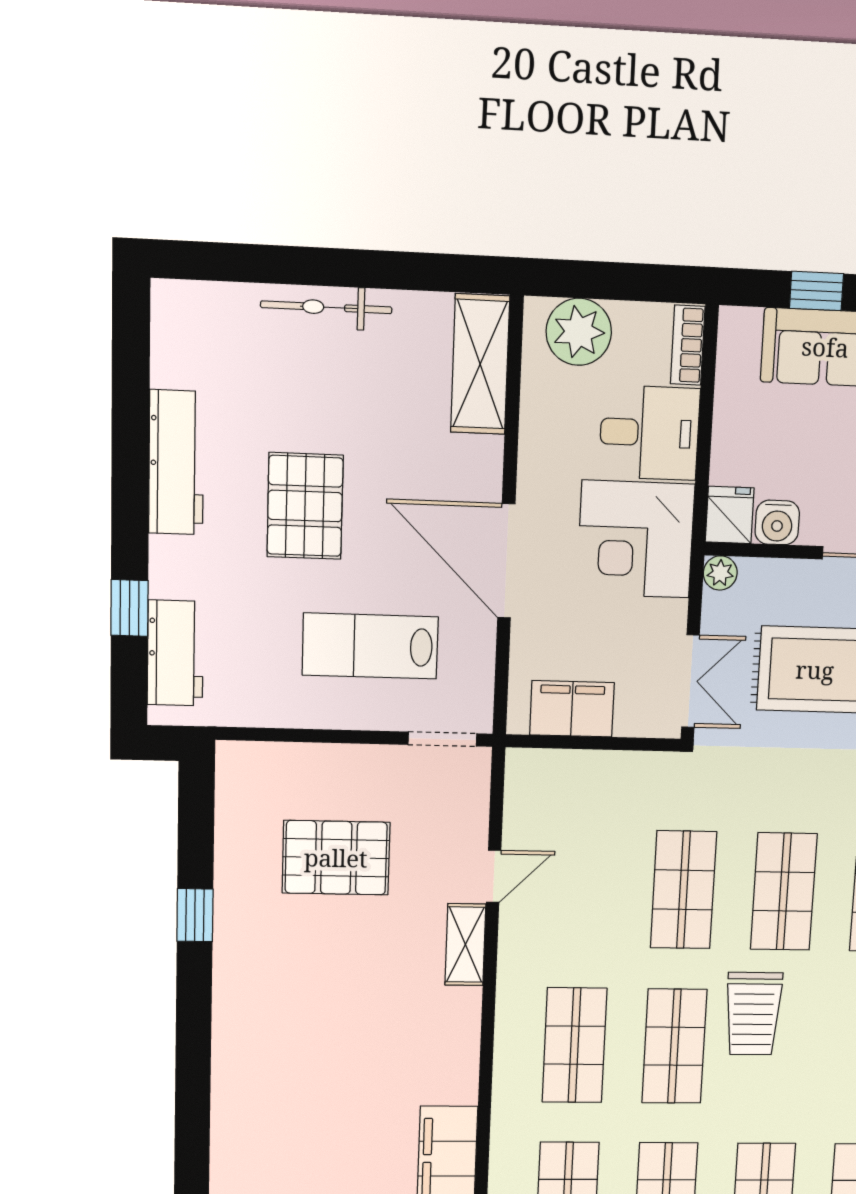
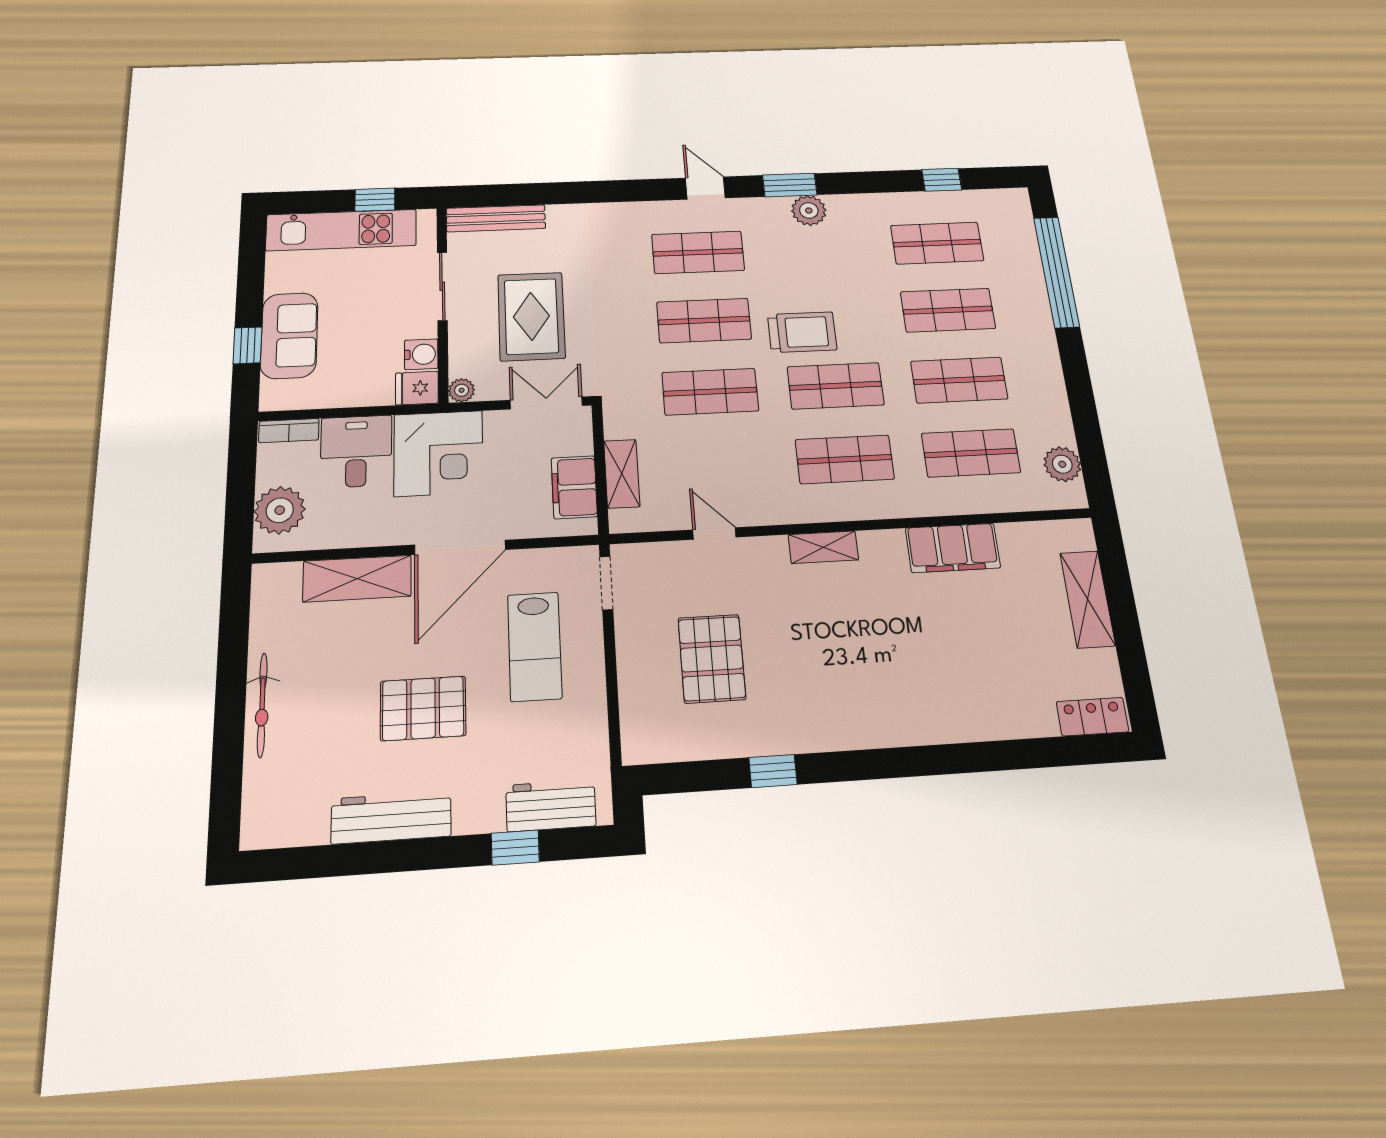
shelving: (480, 364) -> (357, 579), moved
shelving: (584, 769) -> (622, 474), added
shelving: (465, 945) -> (823, 547), moved

